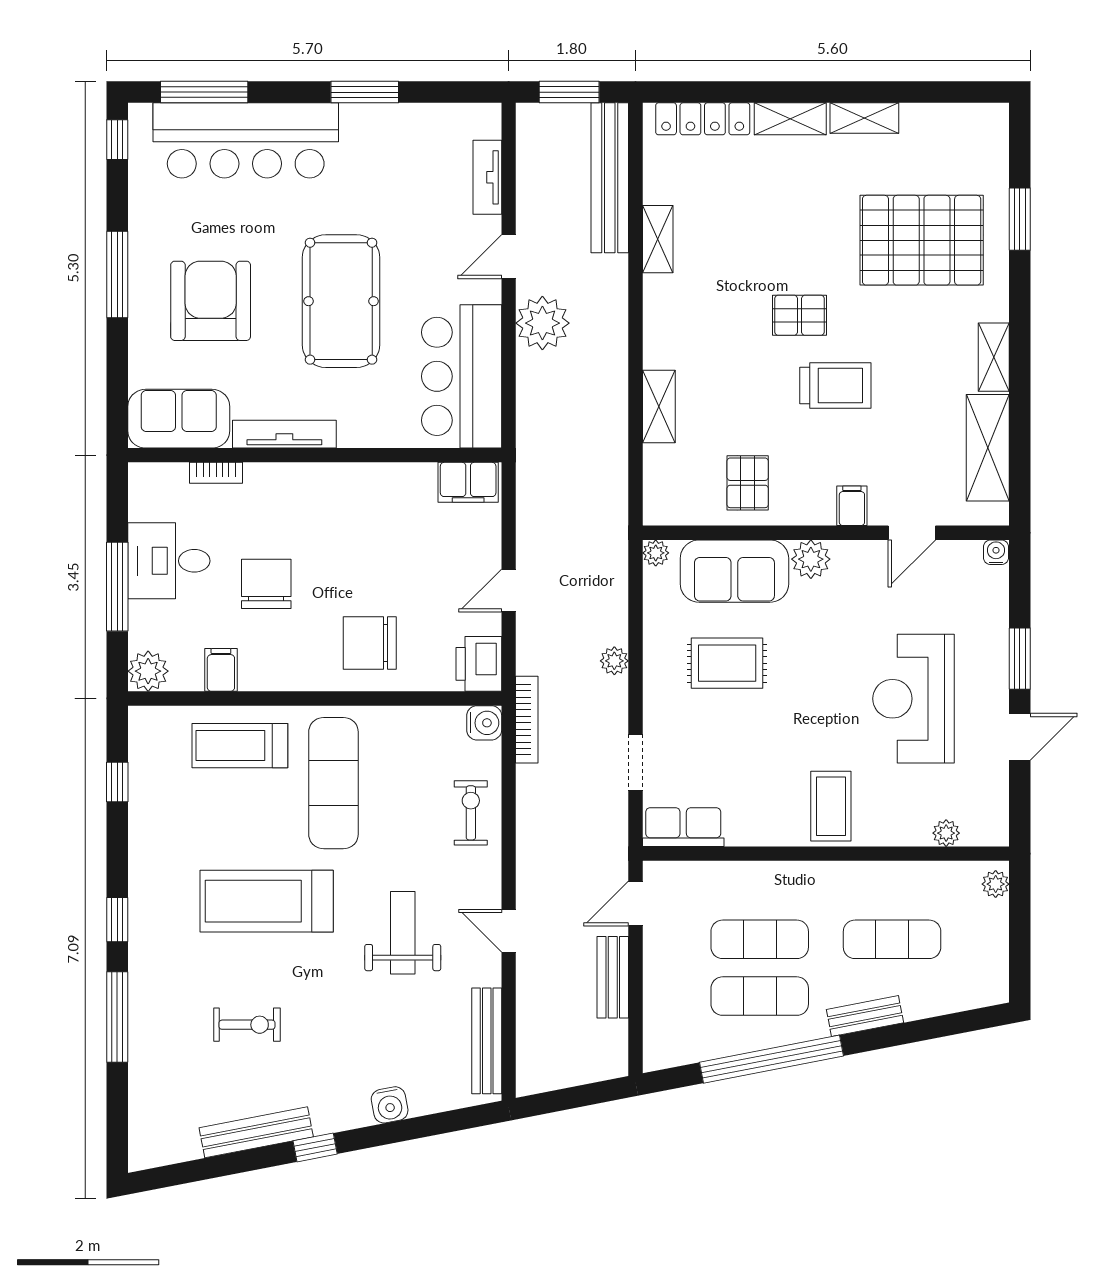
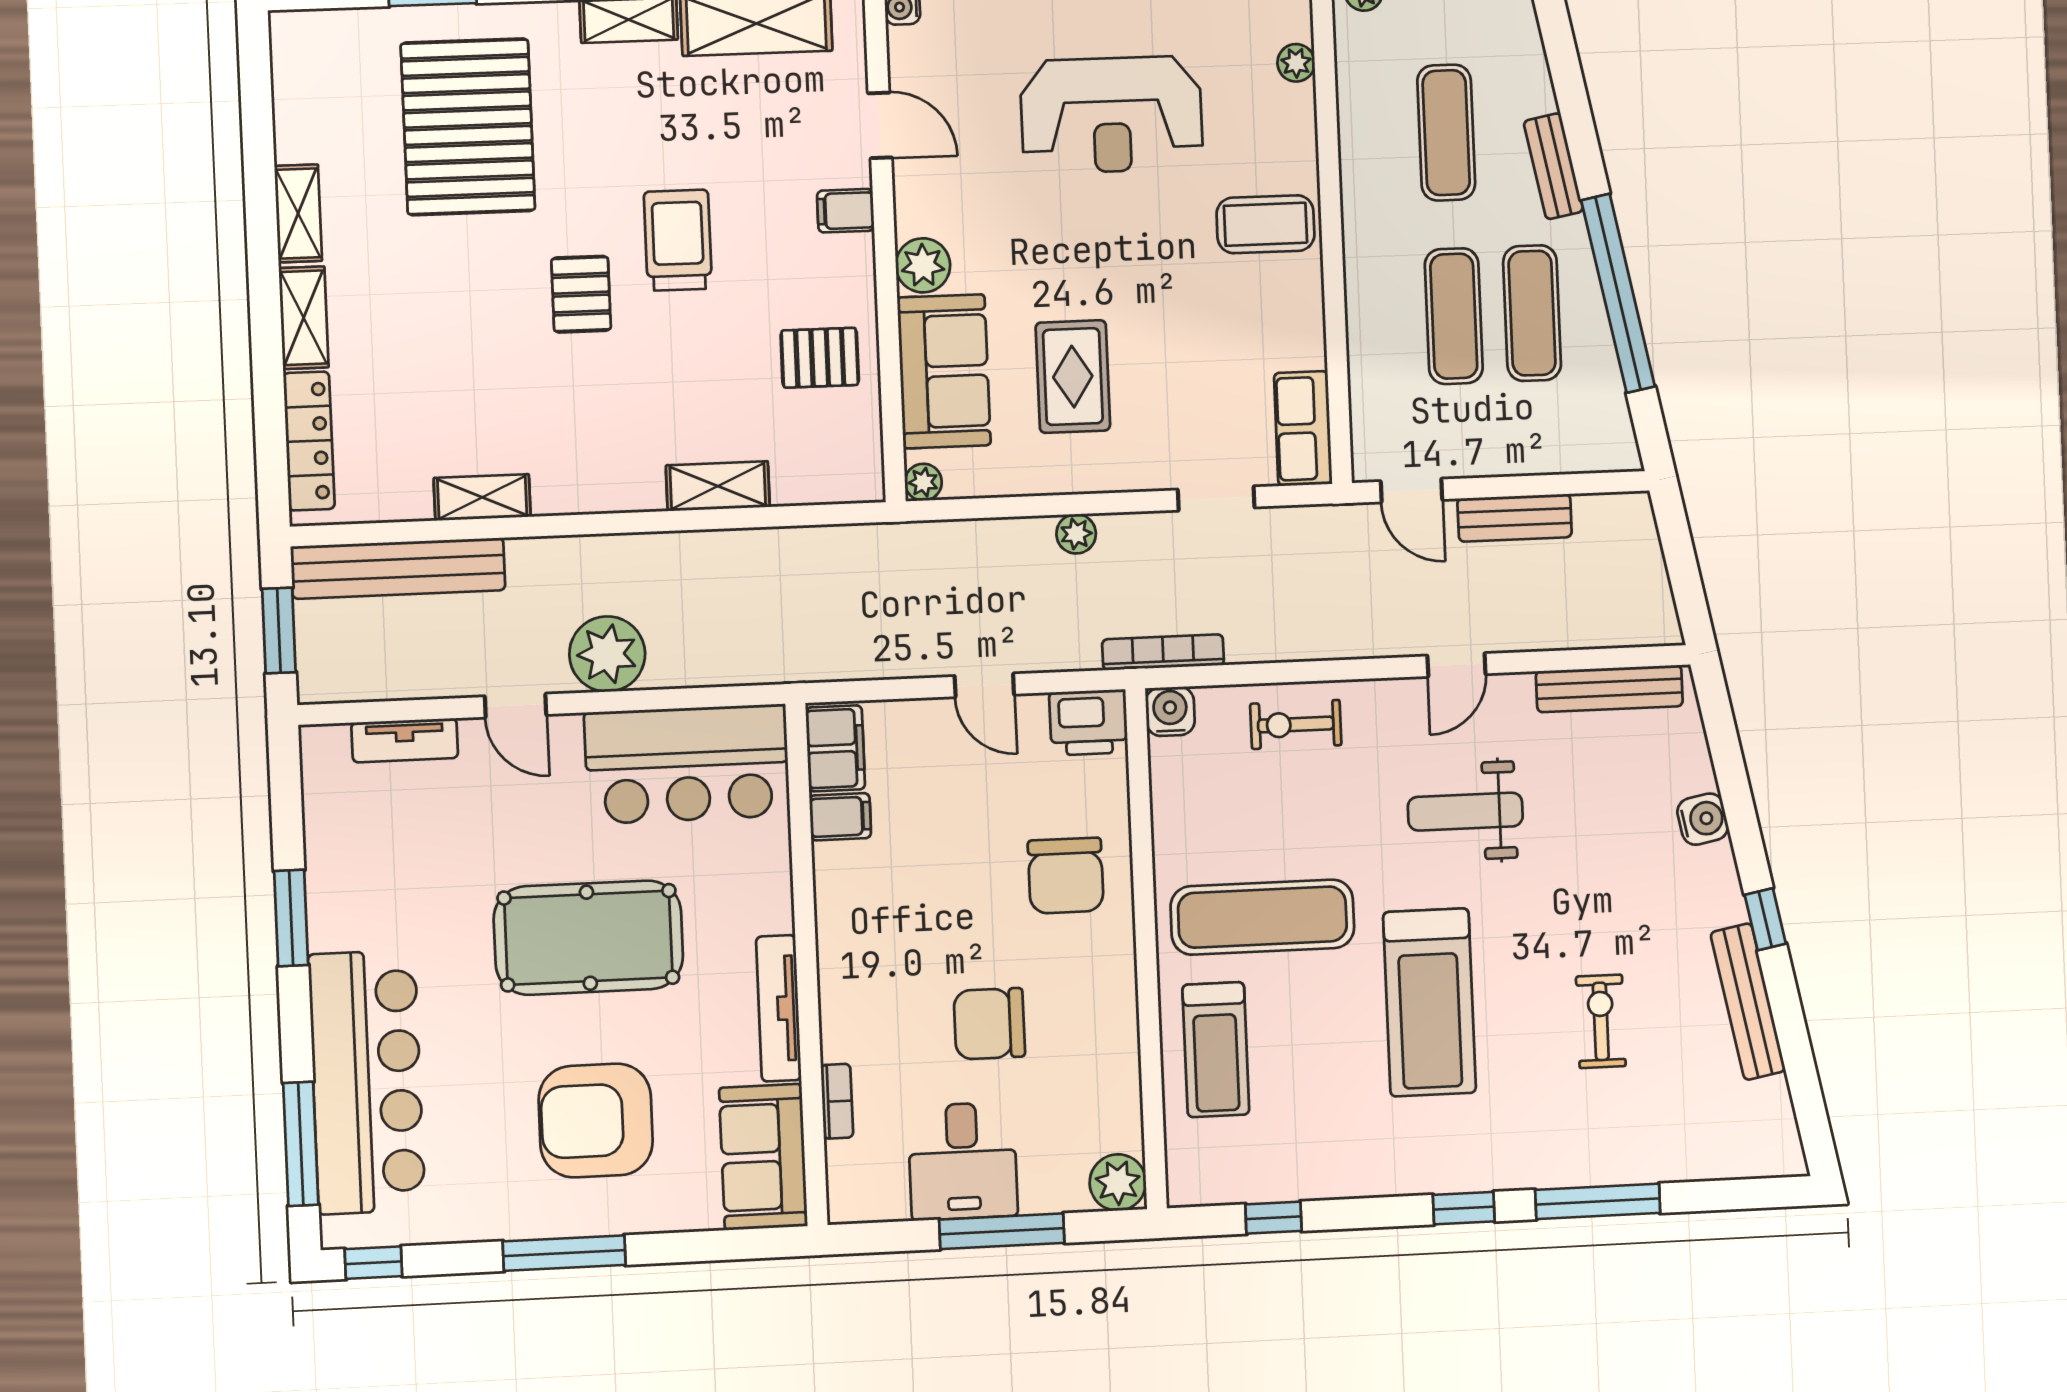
filing cabinet: (221, 670) -> (840, 817), moved, turned 180

